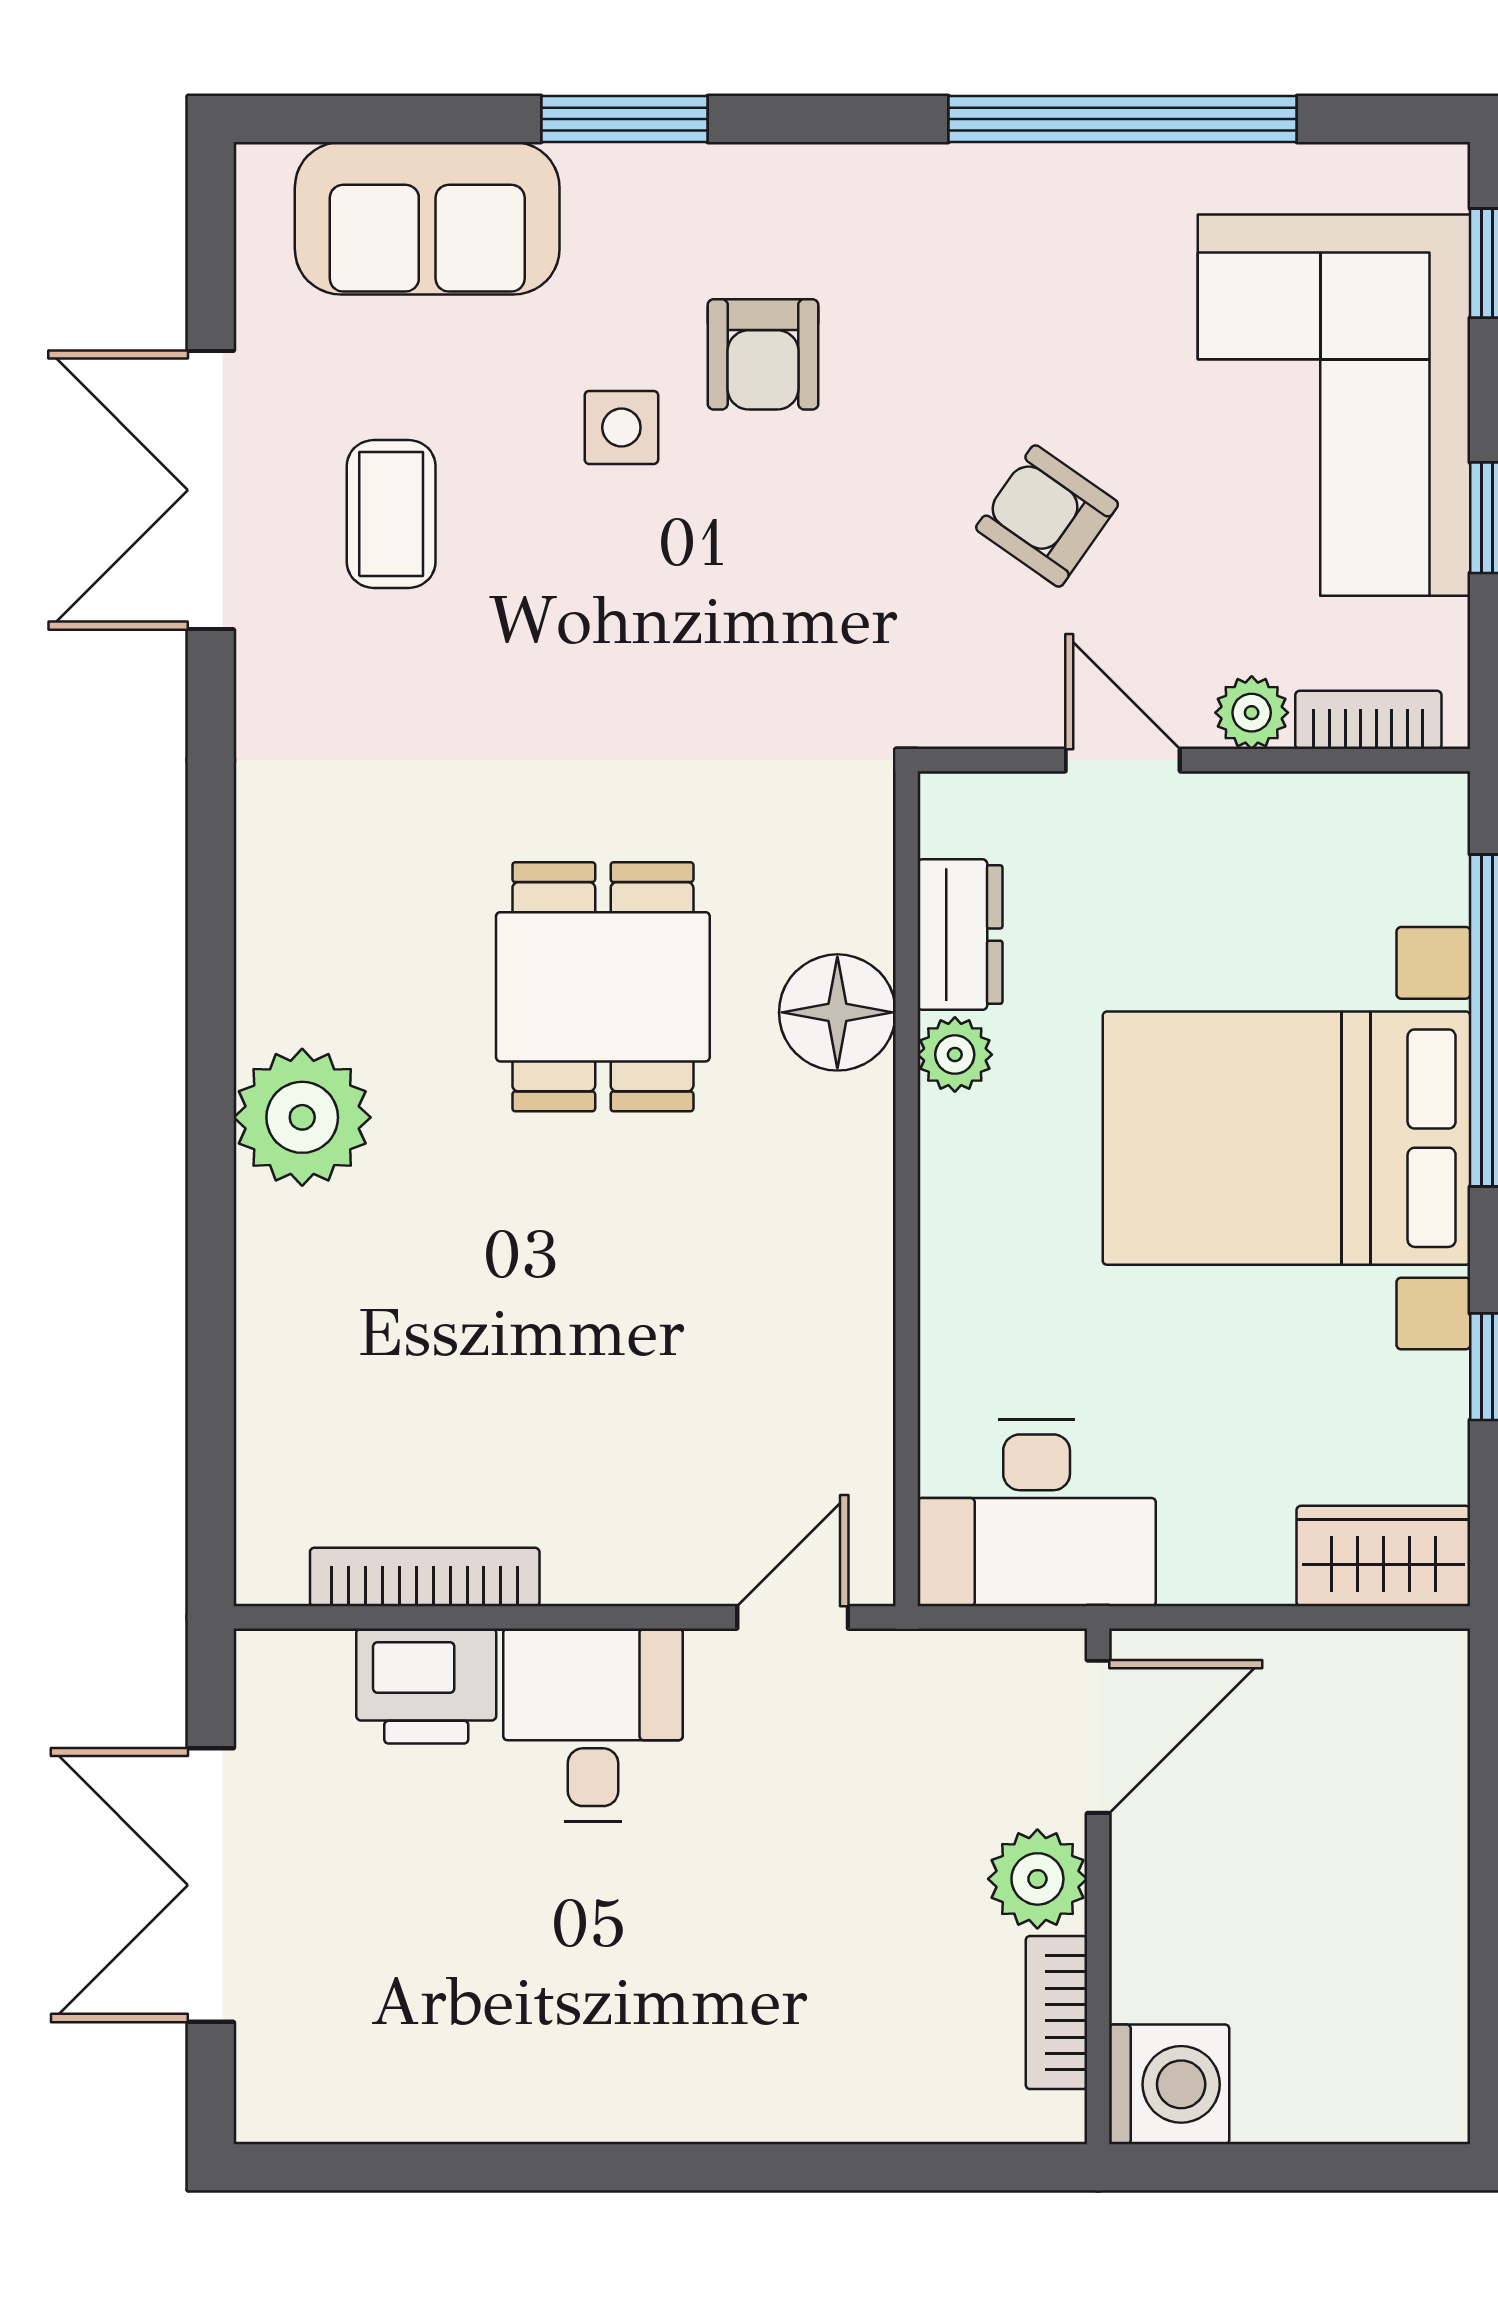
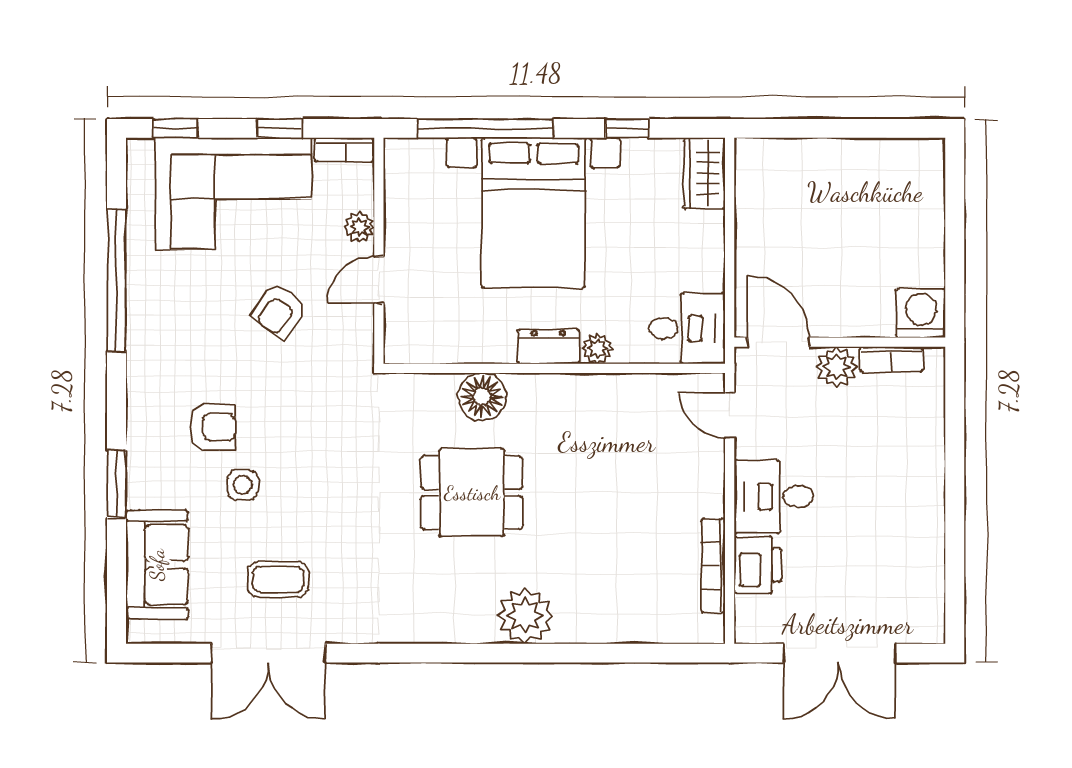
bookcase: (1368, 720) -> (344, 150), moved, turned -90
dresser: (960, 935) -> (548, 347), moved
plant: (955, 1055) -> (597, 349), moved
desk: (1037, 1513) -> (687, 328), width x0.73
door: (1098, 1737) -> (779, 342), moved
plant: (1037, 1879) -> (837, 367), moved
wall: (1098, 1886) -> (840, 342), moved
bookcase: (1056, 2013) -> (891, 359), moved
washing machine: (1169, 2084) -> (921, 313), moved

